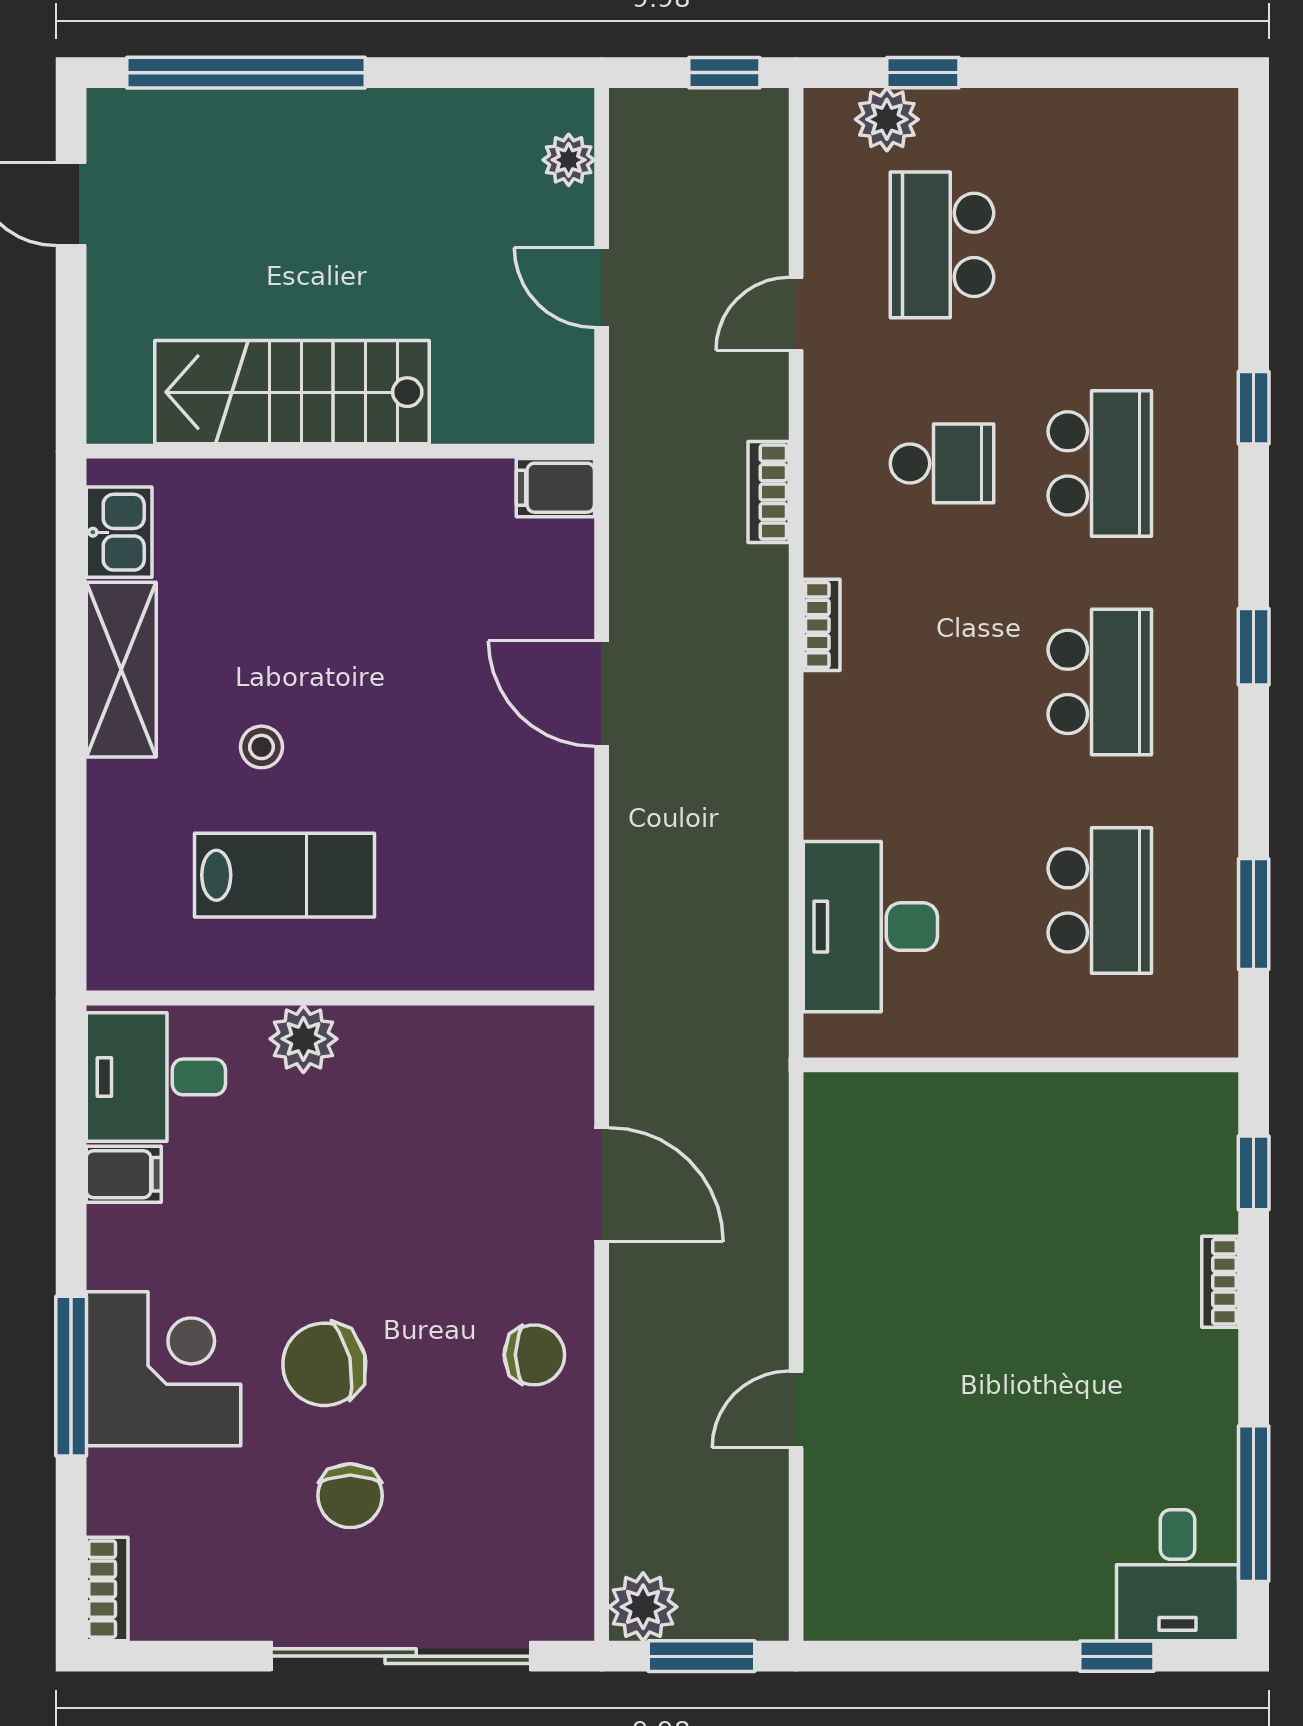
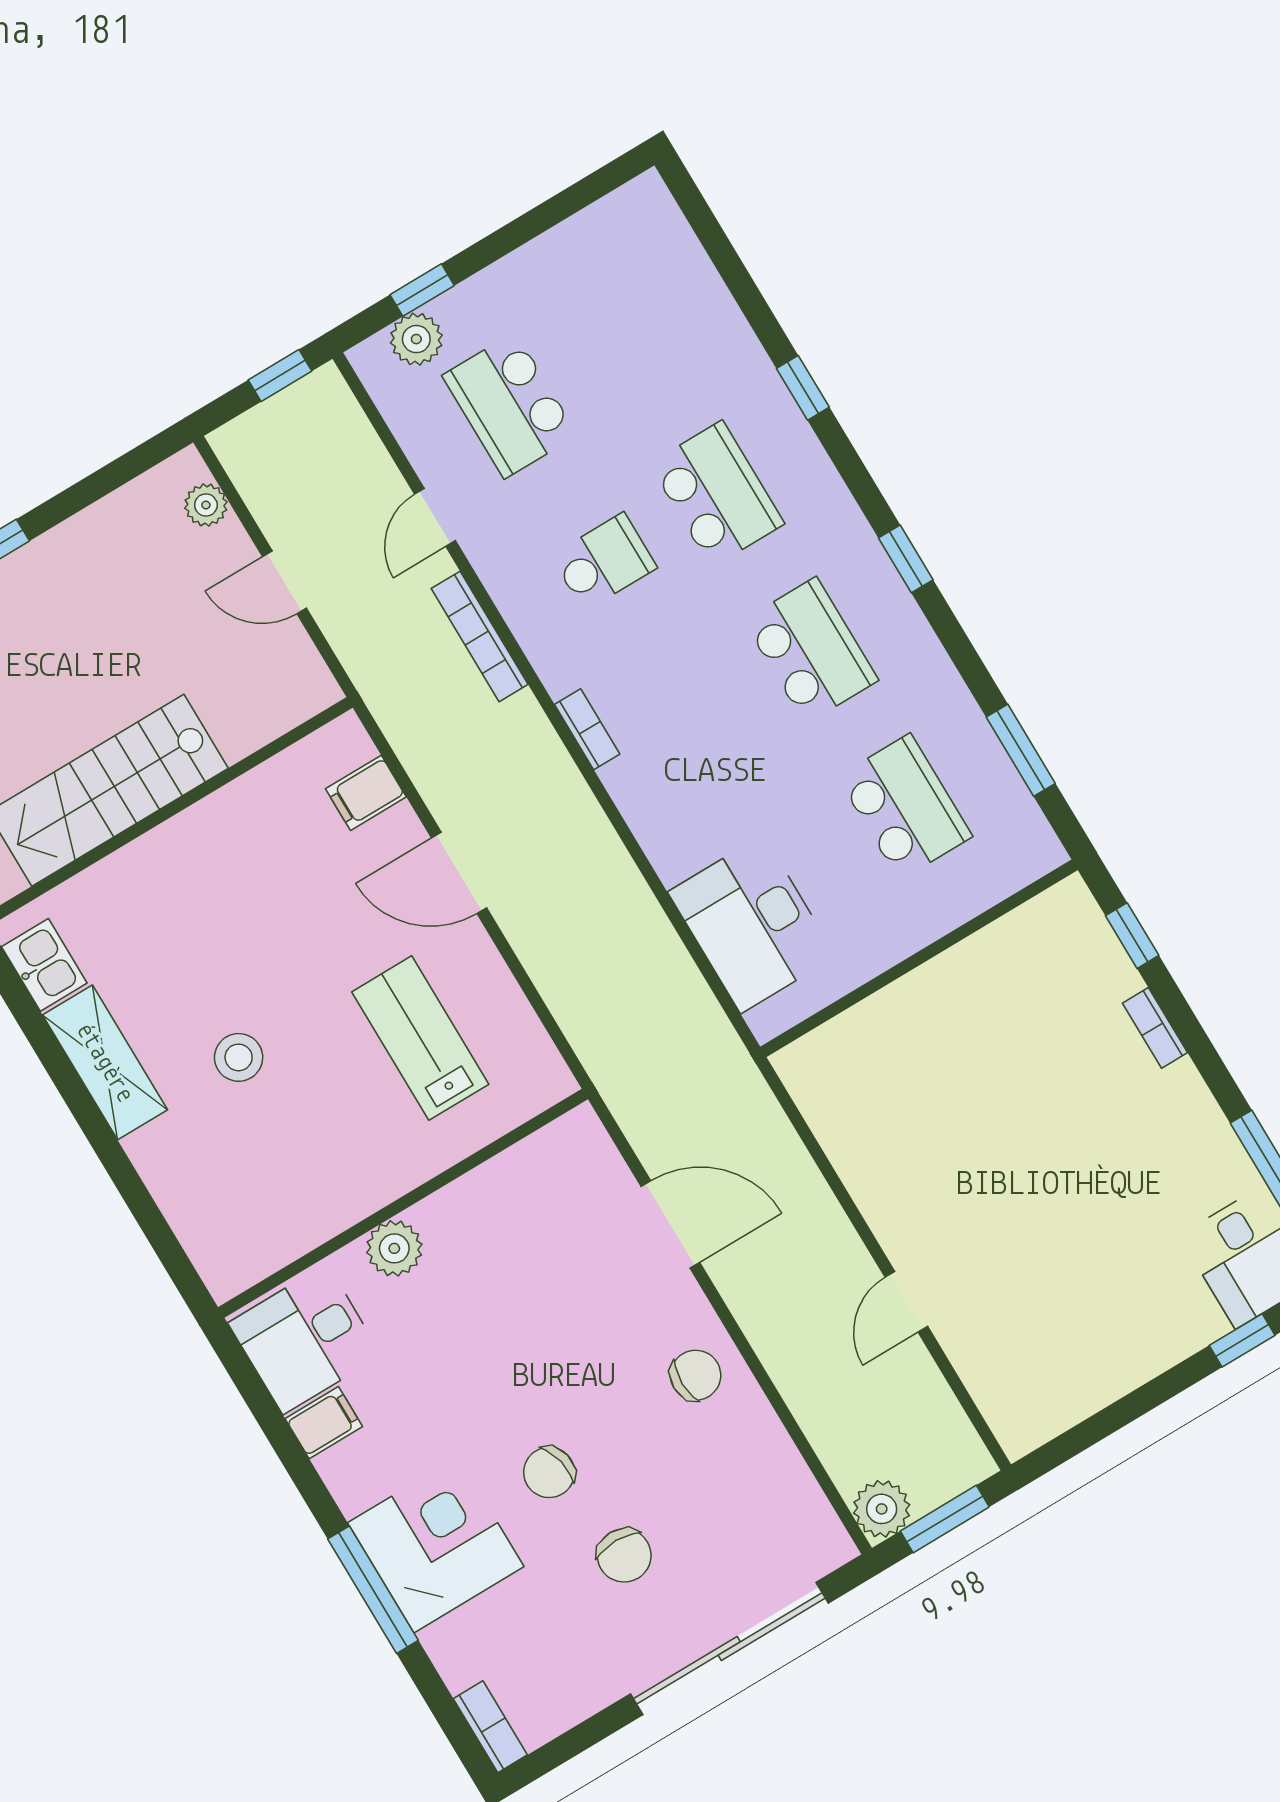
filing cabinet: (555, 488) -> (366, 793), moved
bookcase: (768, 492) -> (480, 636), width x1.56
stool: (261, 747) -> (239, 1057), width x1.37, depth x1.37
lab bench: (285, 875) -> (420, 1038), moved, turned -90
chair: (324, 1364) -> (549, 1472), width x0.73, depth x0.73

